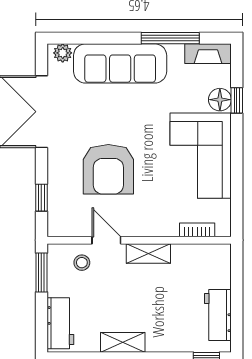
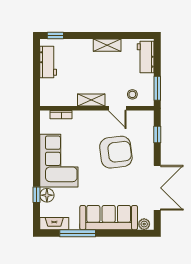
armchair: (108, 169) -> (116, 152), turned 83

